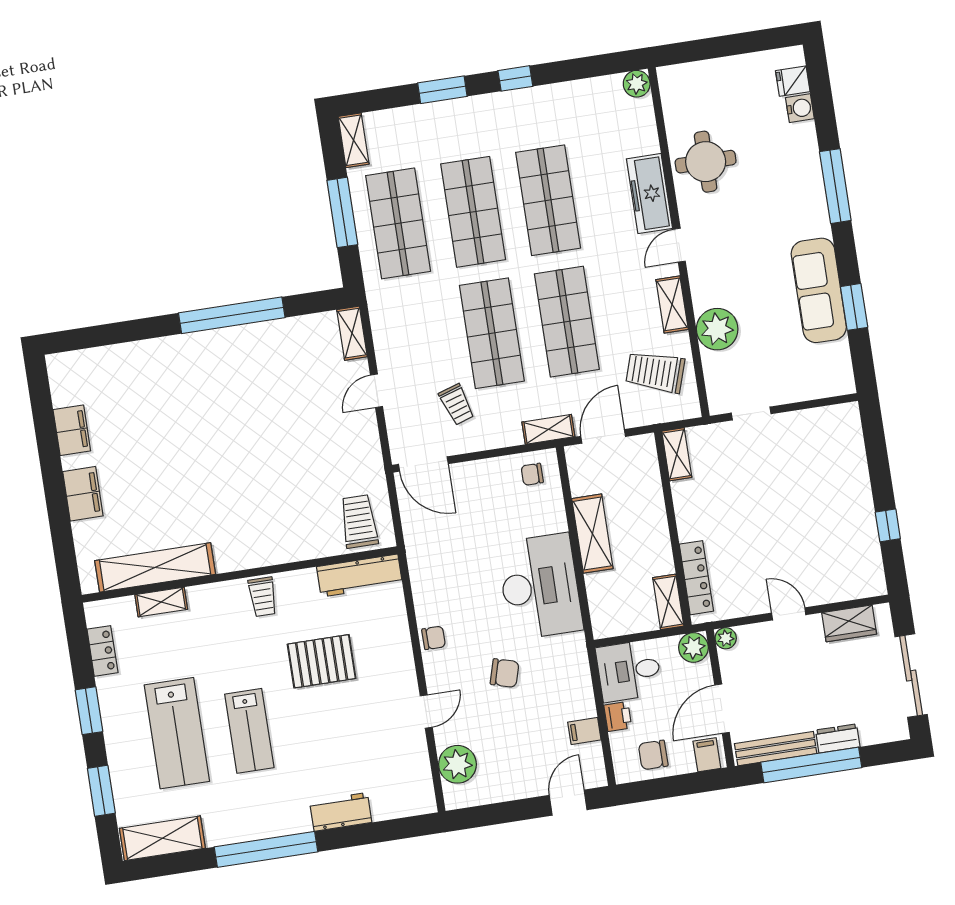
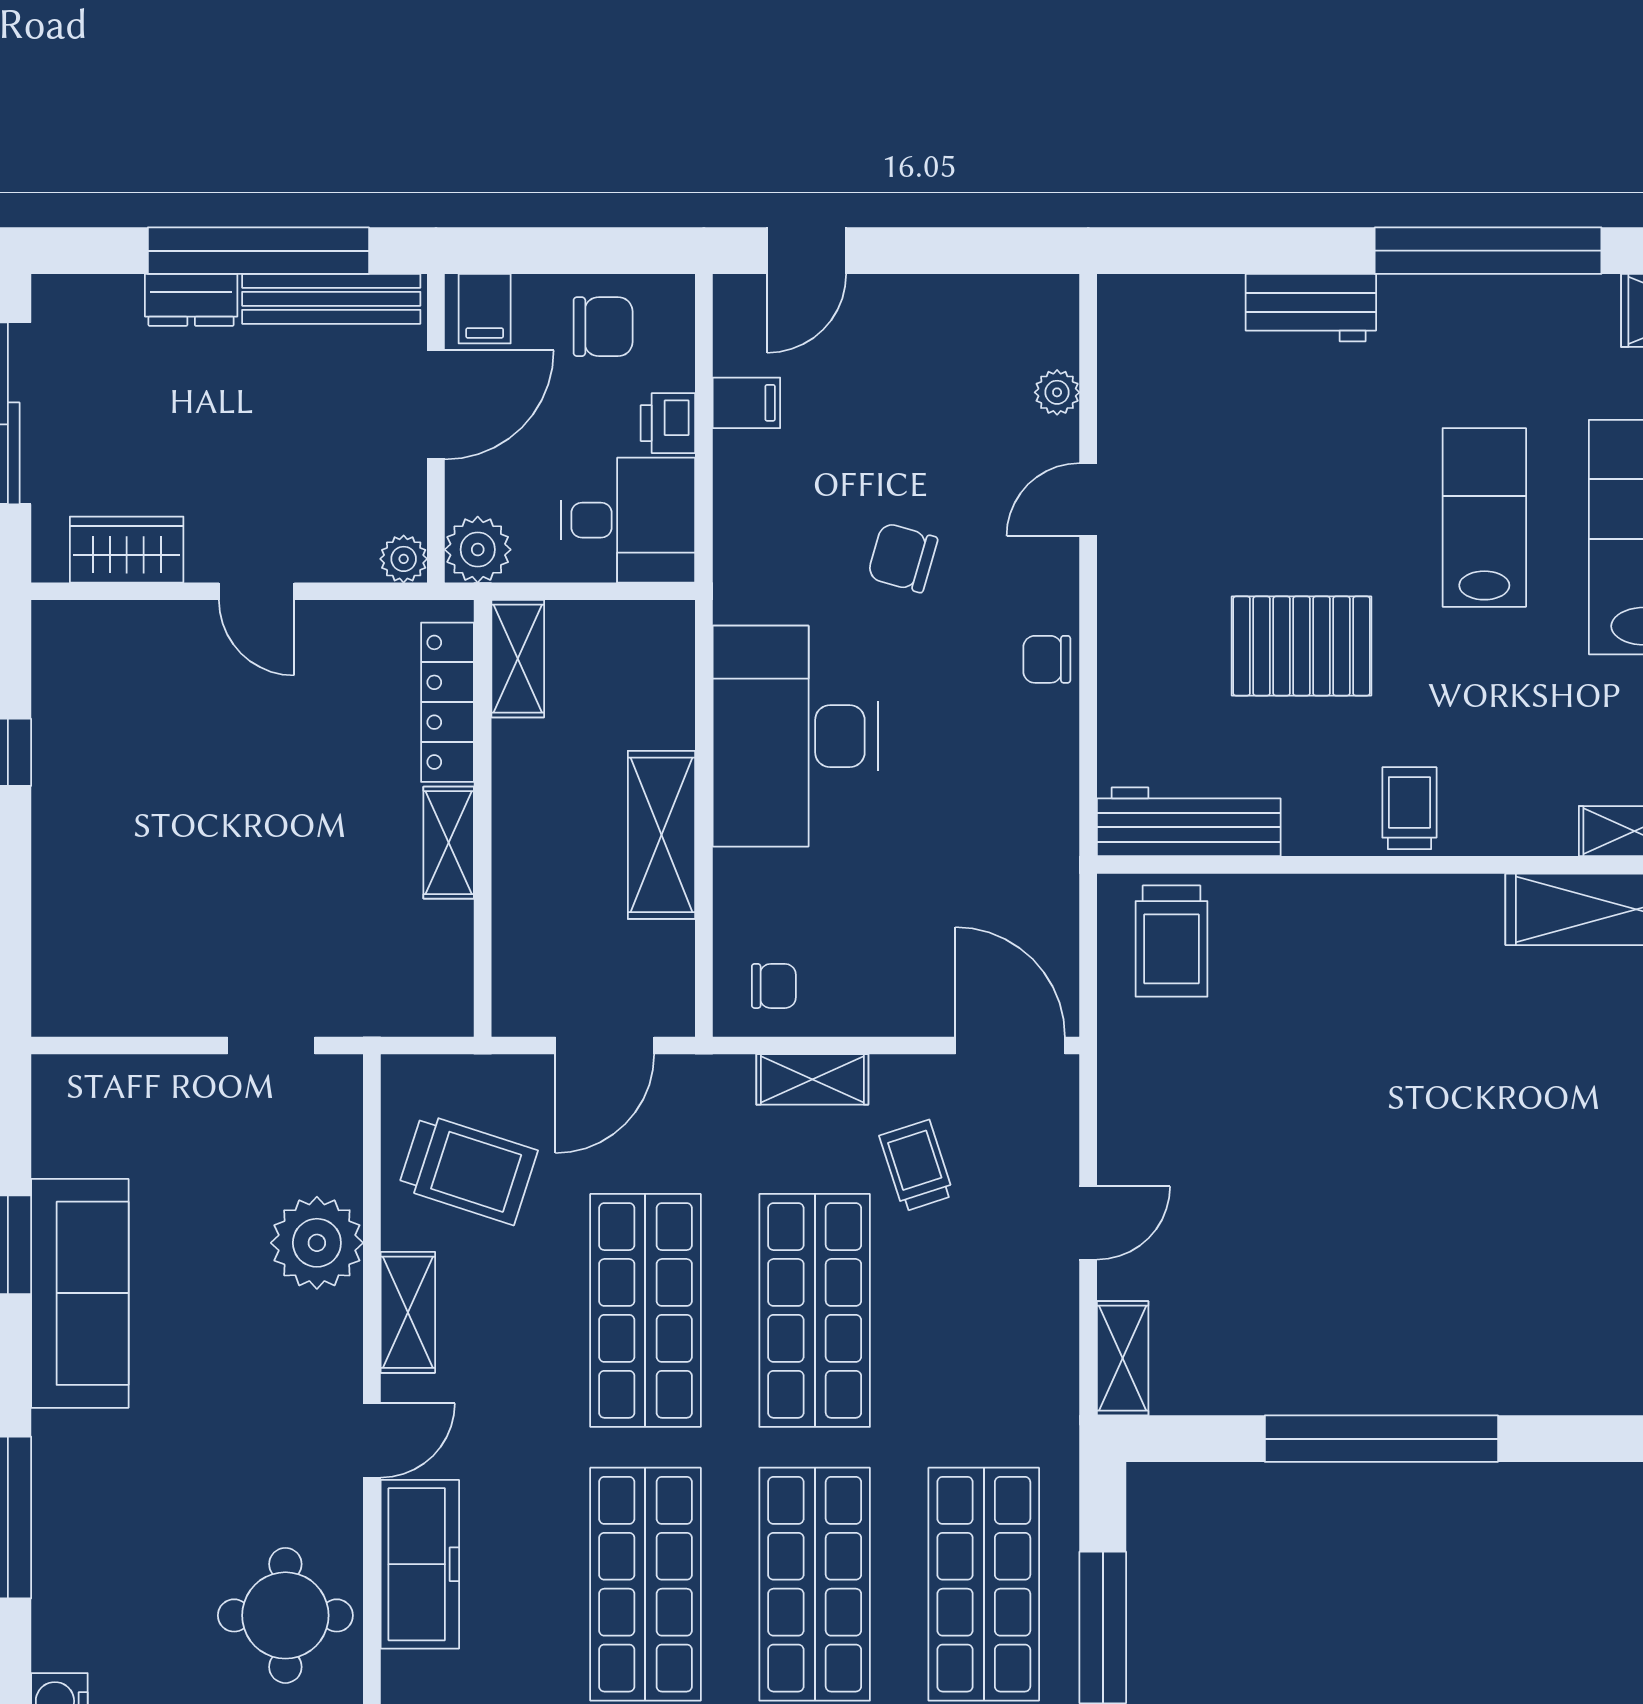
shelving: (548, 429) -> (812, 1079), moved
shelving: (677, 454) -> (449, 843), moved
plant: (457, 764) -> (1057, 392), width x0.53, depth x0.53

